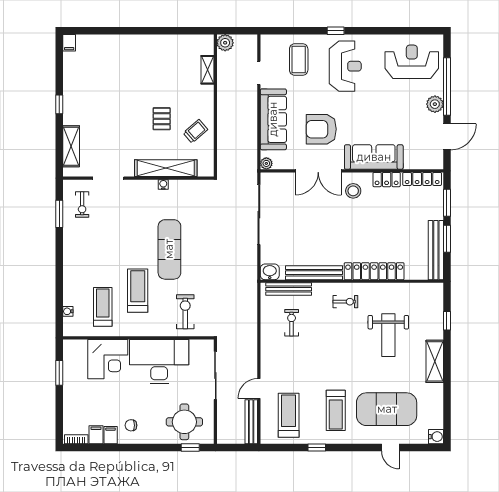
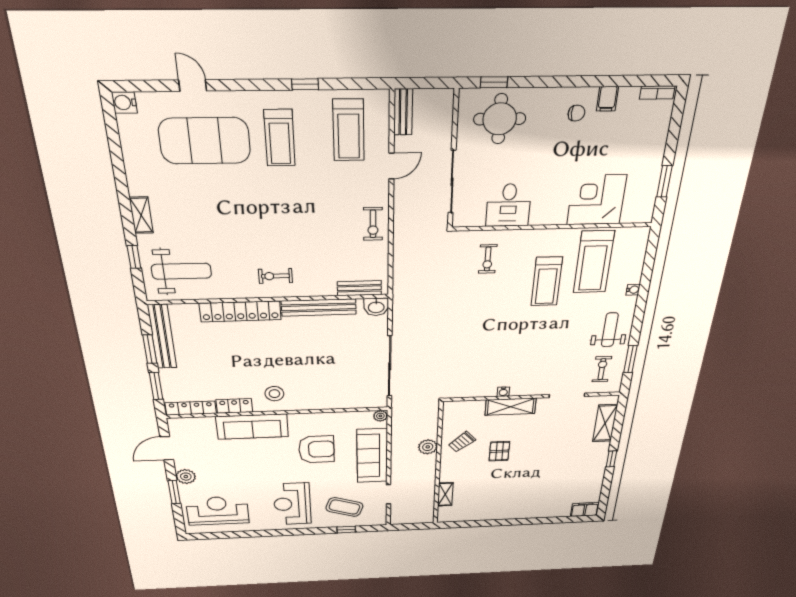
window: (336, 31) -> (346, 530), moved
filing cabinet: (69, 43) -> (585, 510), width x2.00
plant: (225, 43) -> (428, 447), moved
coffee table: (299, 59) -> (344, 507), turned -71
reception desk: (412, 62) -> (218, 511), turned 180
window: (447, 86) -> (174, 492), width x0.47
shelving: (166, 168) -> (511, 407), width x0.68
double door: (318, 171) -> (318, 411), removed
weight bench: (81, 244) -> (610, 330), added
exercise mat: (169, 249) -> (502, 327), removed
bench: (289, 289) -> (359, 288), width x0.73
treadmill: (103, 307) -> (594, 262), width x1.37, depth x1.38
water cooler: (68, 311) -> (633, 290), moved
exercise bike: (185, 312) -> (488, 259), width x0.73, depth x0.72
exercise bike: (292, 323) -> (373, 224), moved
weight bench: (388, 335) -> (181, 271), moved, turned 90
desk: (159, 361) -> (509, 205), width x0.53, depth x0.77
shelving: (435, 361) -> (141, 215), width x0.67, depth x0.75
treadmill: (336, 410) -> (280, 138), turned 180
bench: (251, 422) -> (403, 112), width x0.73
filing cabinet: (96, 435) -> (628, 99), removed

